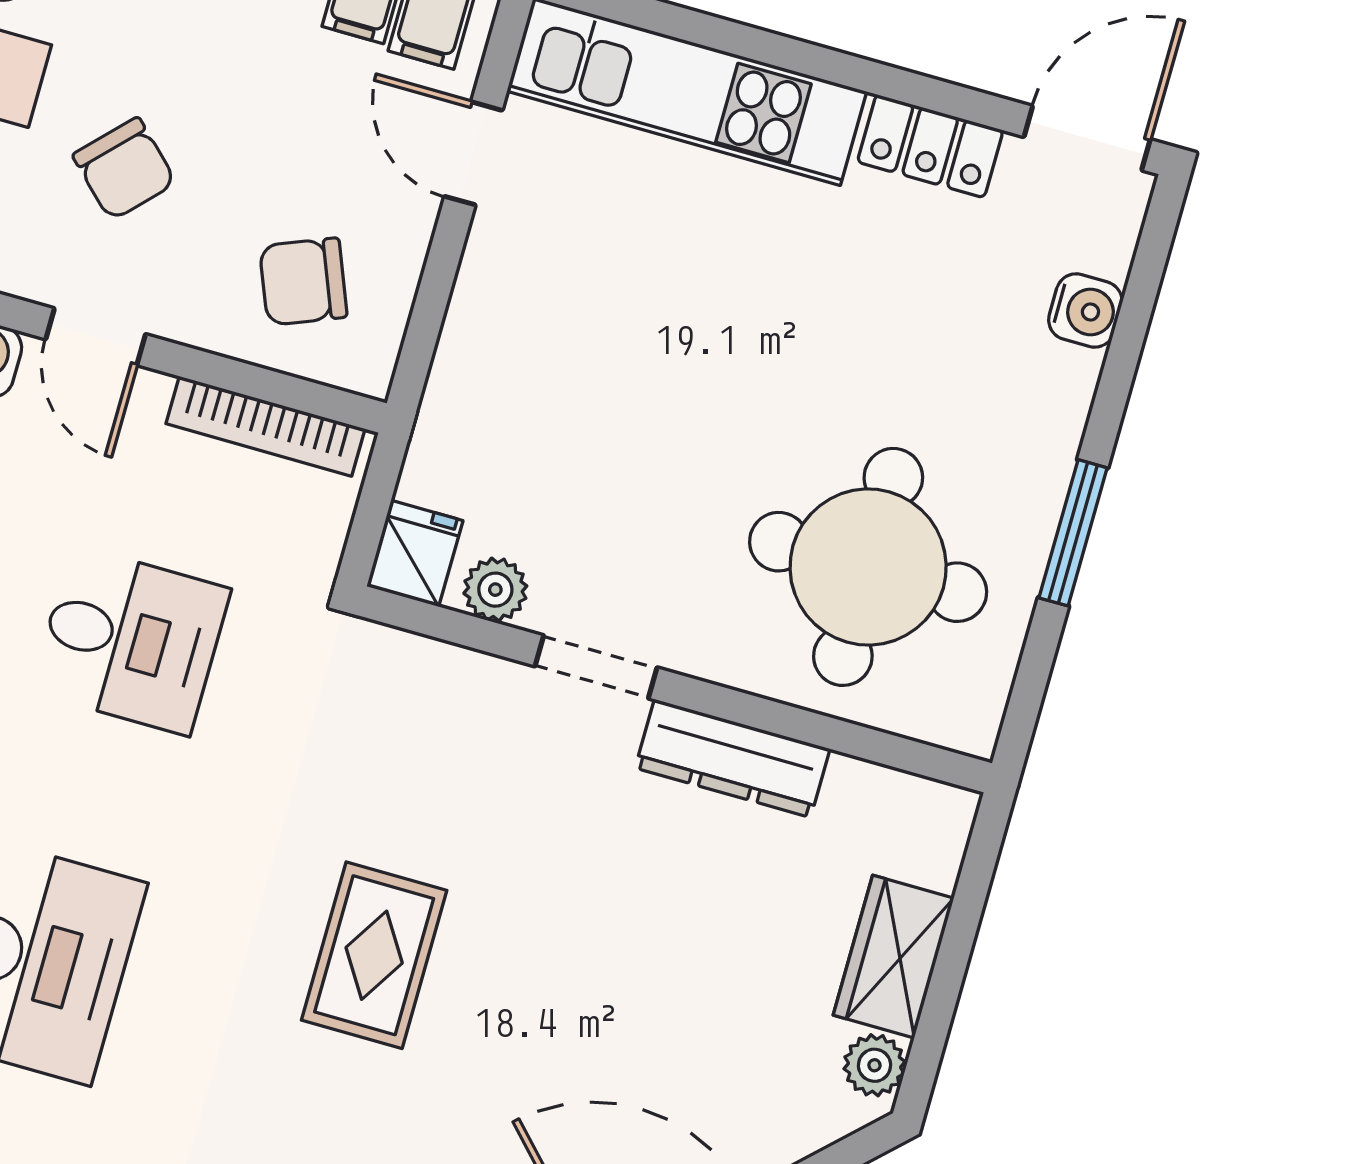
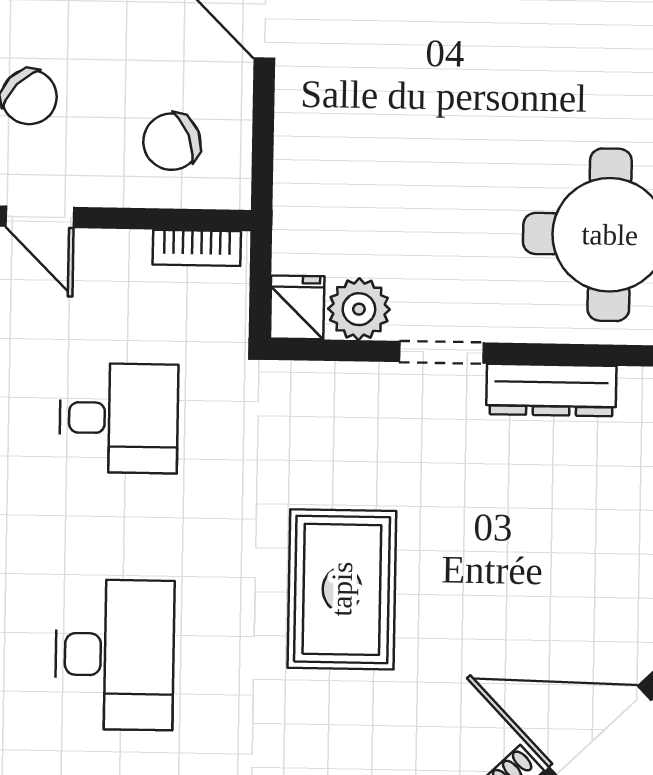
bookcase: (266, 426) -> (197, 248), width x0.64
plant: (495, 590) -> (359, 309), width x1.38, depth x1.38
rug: (374, 955) -> (342, 589), width x1.36, depth x1.43

